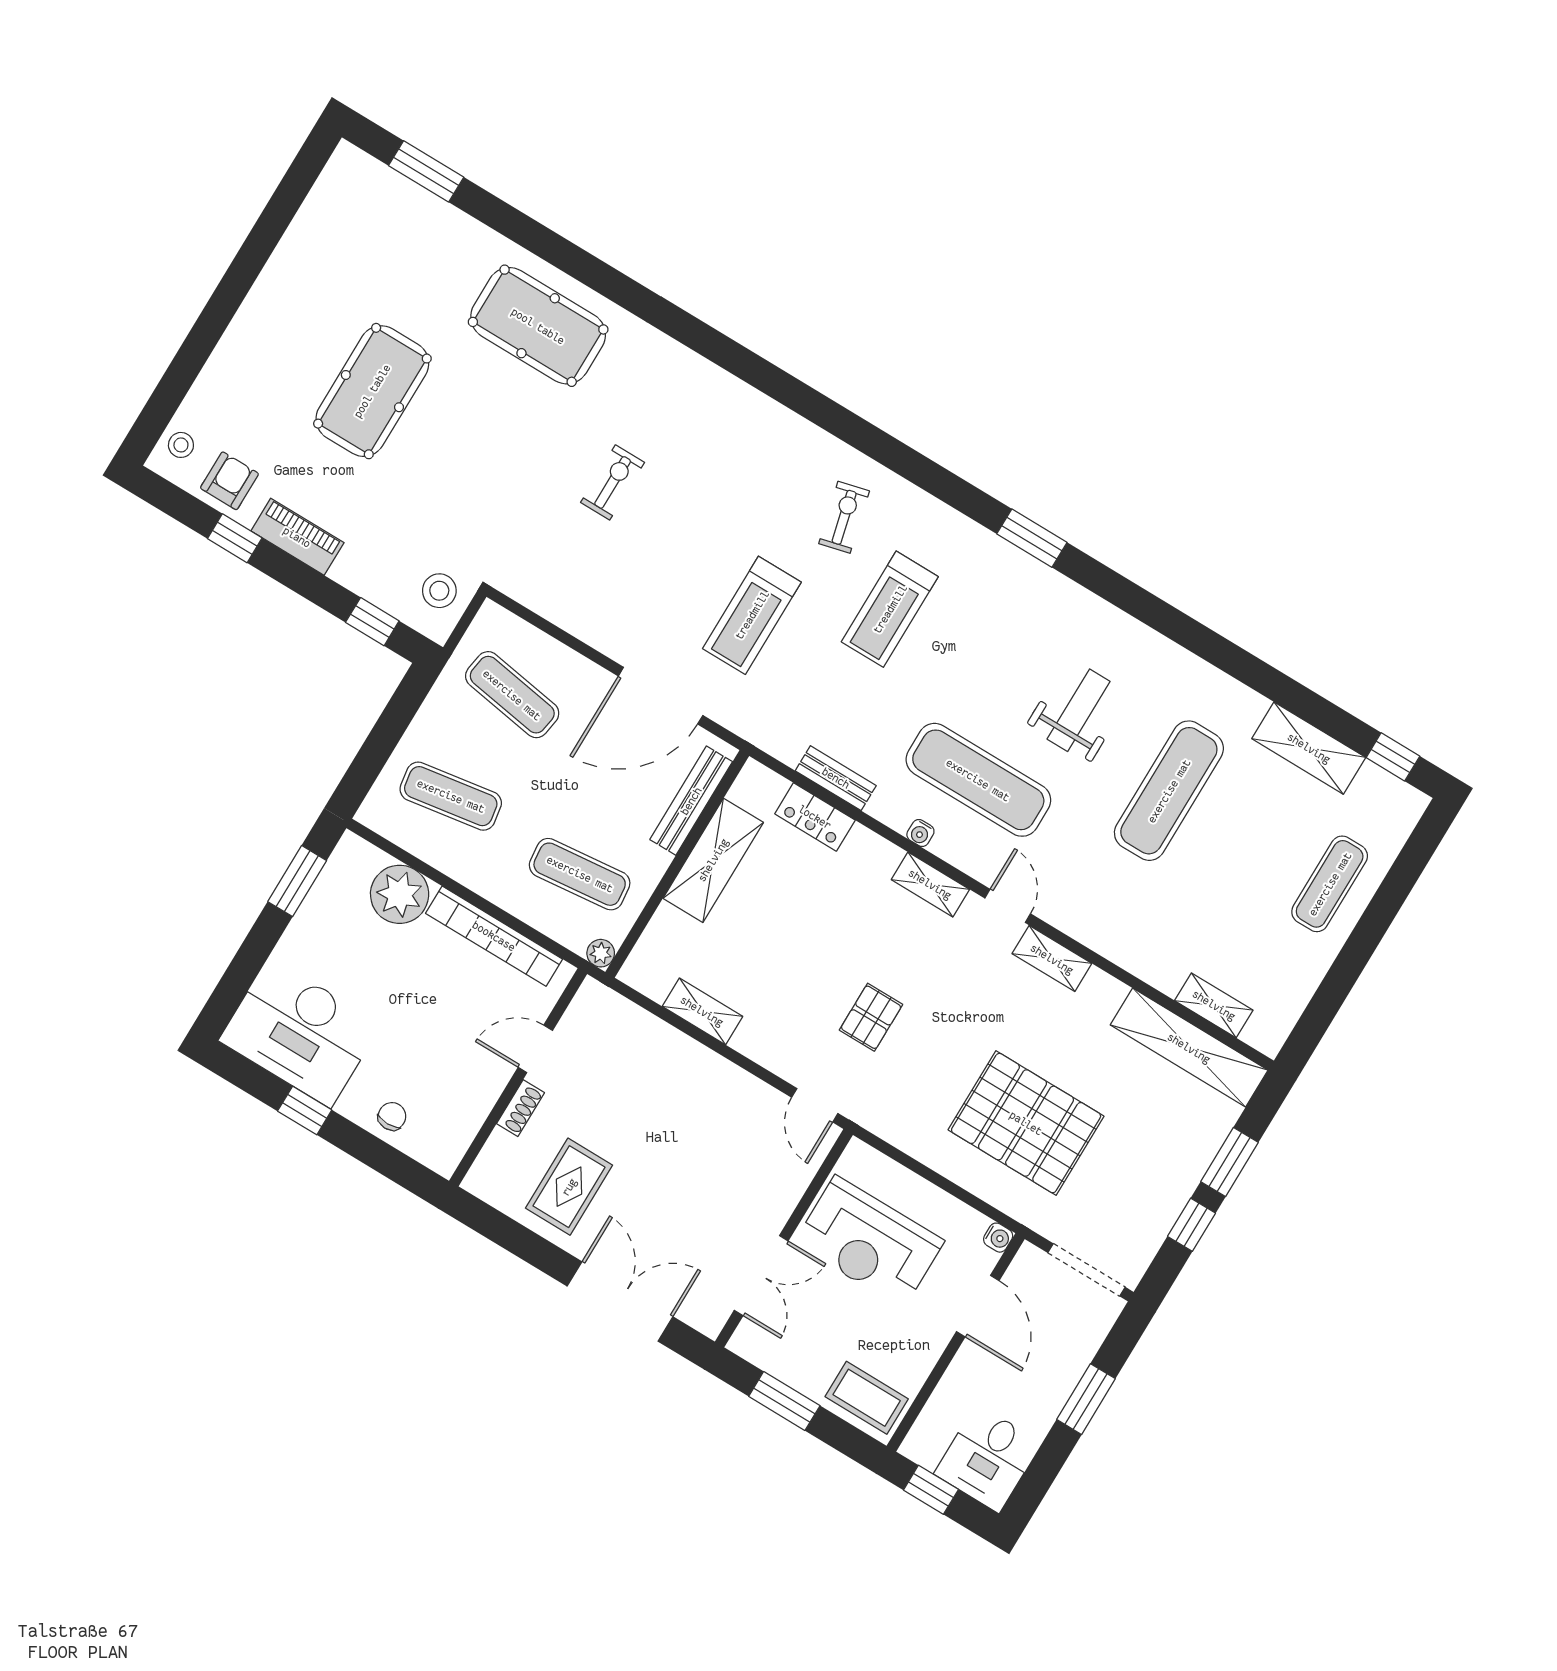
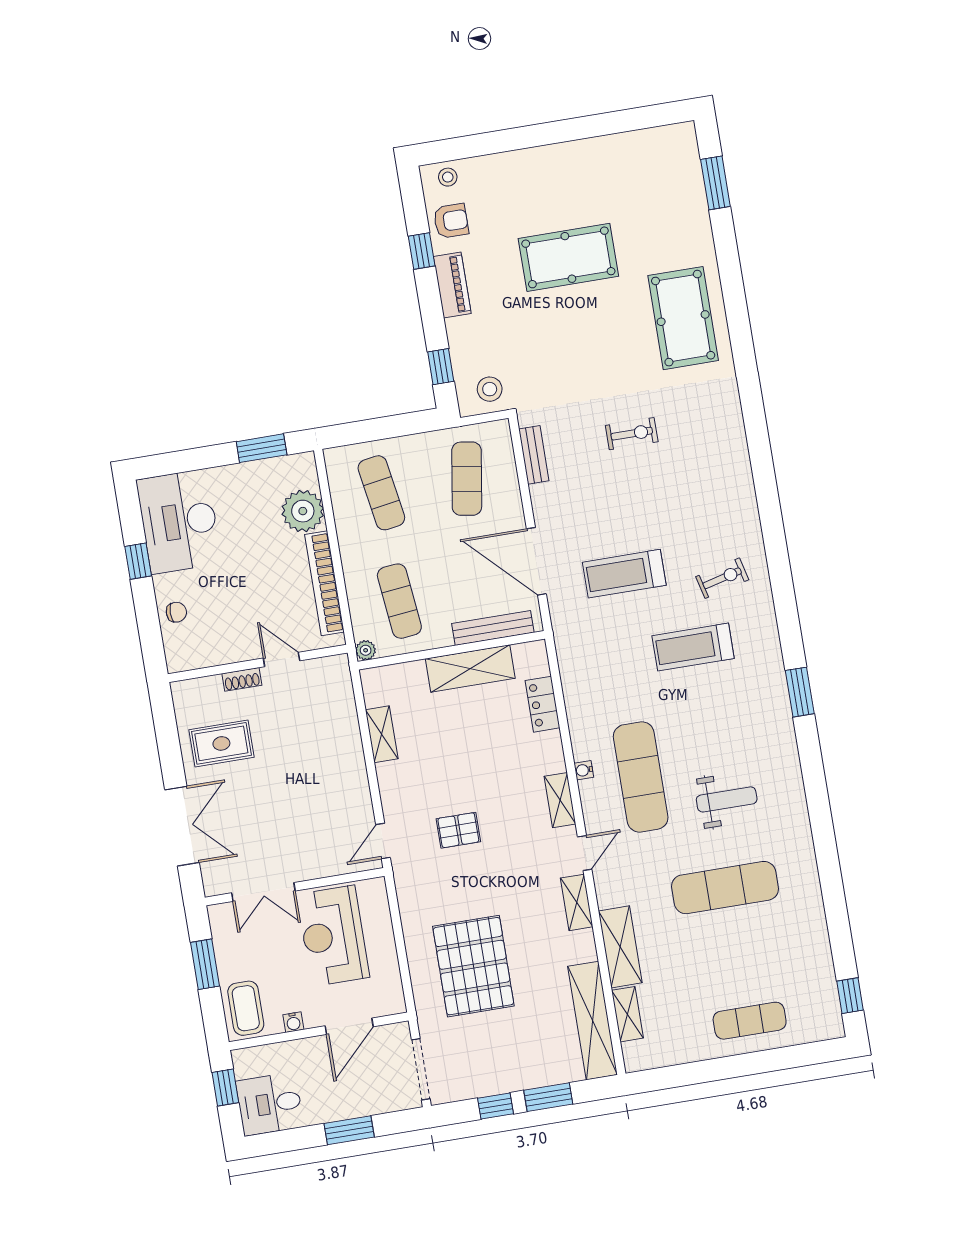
shelving: (1309, 748) -> (620, 947), moved
bench: (836, 778) -> (534, 455), moved
water cooler: (998, 1238) -> (293, 1022), moved

